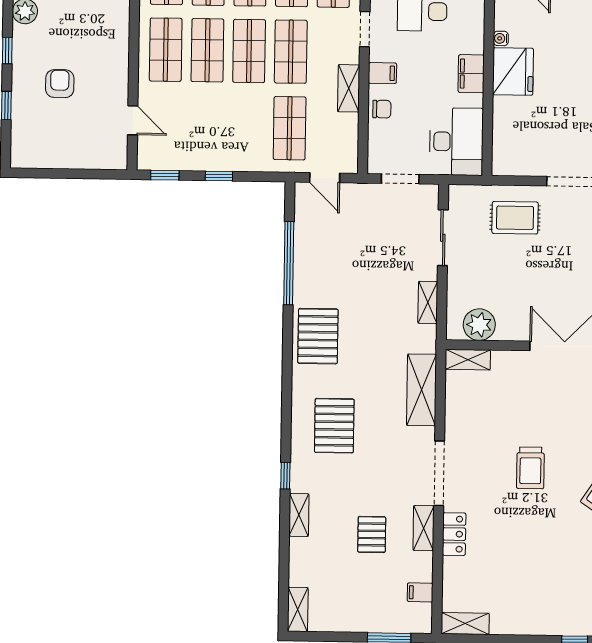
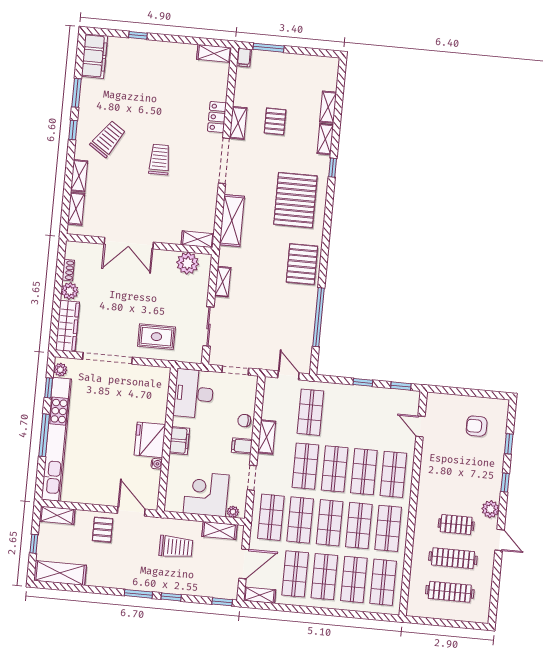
armchair: (60, 84) -> (477, 426), moved, turned 90
pallet: (334, 426) -> (295, 200), width x1.37, depth x1.41
filing cabinet: (420, 592) -> (244, 58), moved, turned 90
shelving: (298, 609) -> (328, 107), moved

